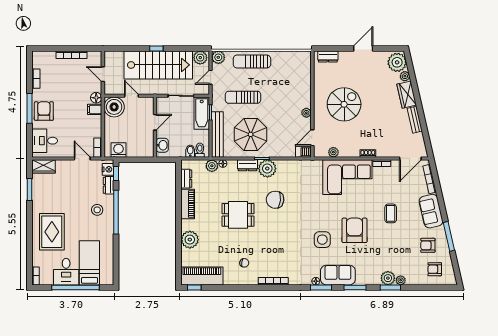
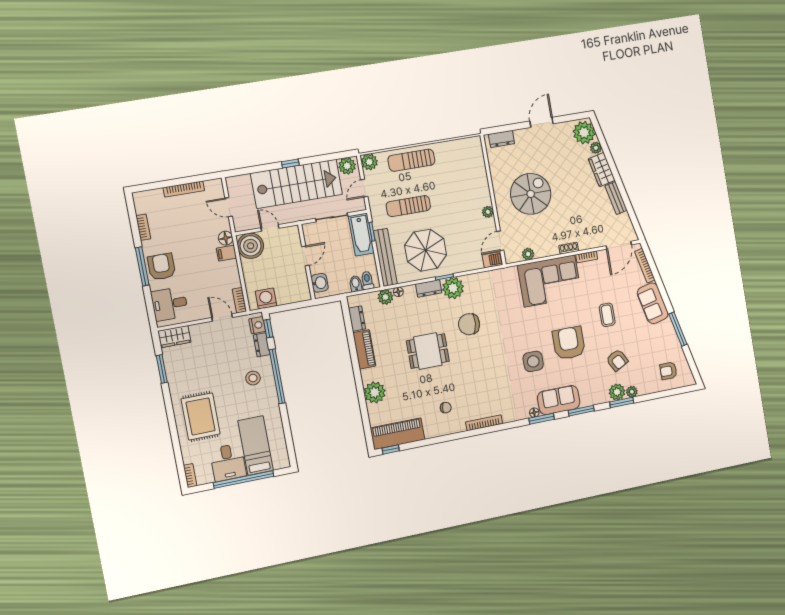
armchair: (428, 245) -> (617, 360), moved, turned -118

